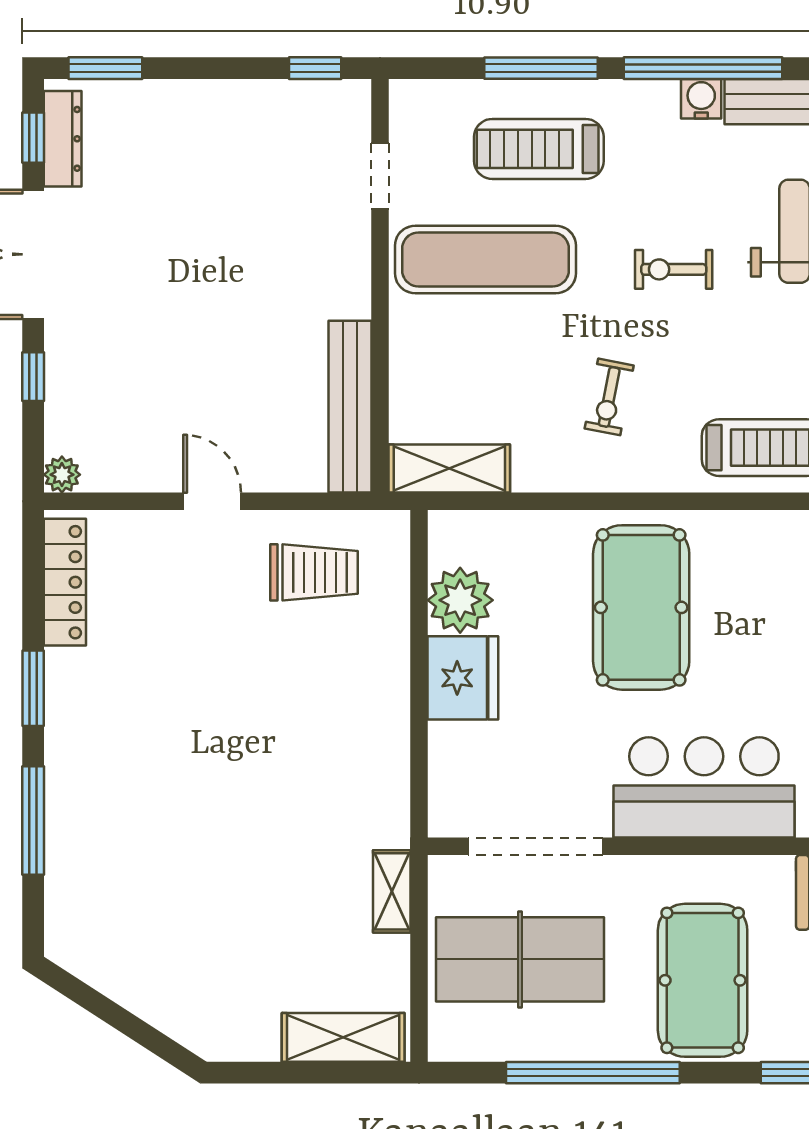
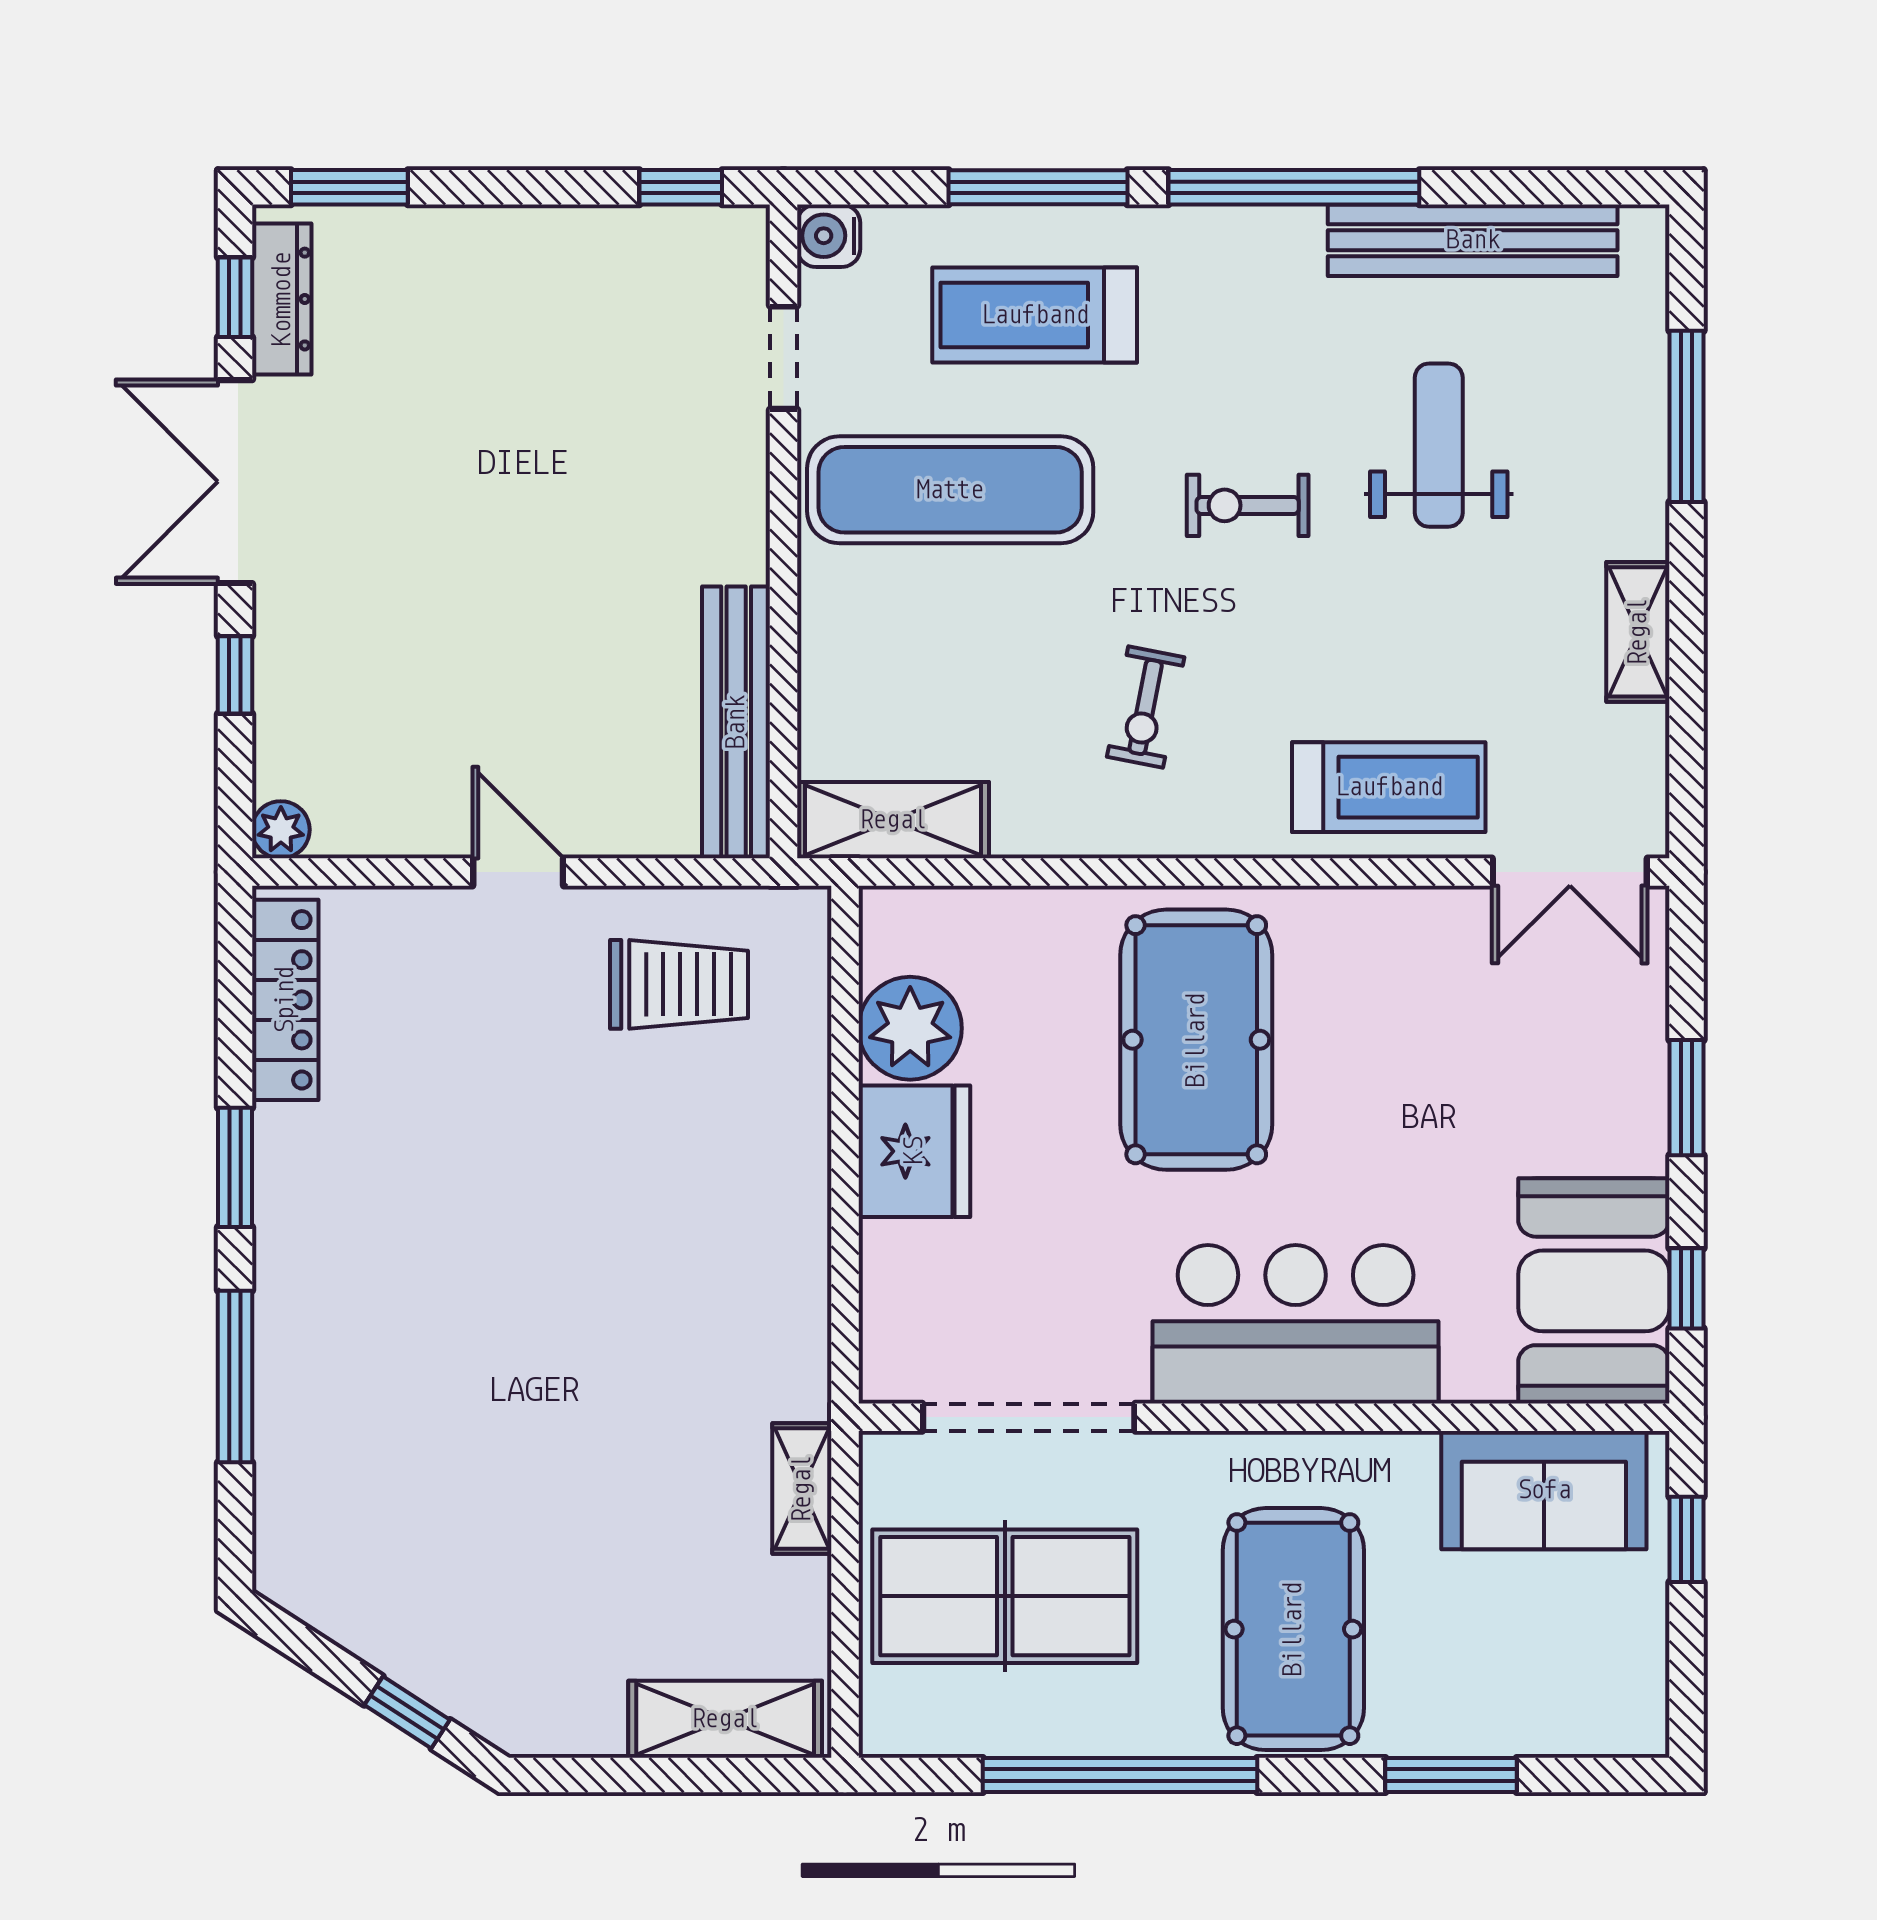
water cooler: (701, 99) -> (829, 236), moved, turned -90
window: (142, 1033) -> (407, 1712), added

